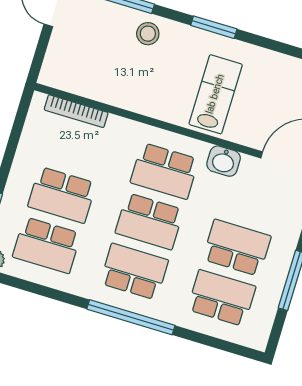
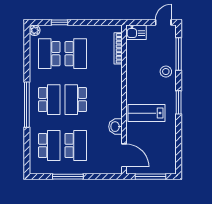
kitchen sink: (56, 68) -> (136, 32), added
lab bench: (216, 94) -> (146, 113), turned 180
school desk: (165, 171) -> (102, 100), removed
school desk: (62, 195) -> (76, 54), turned 180

